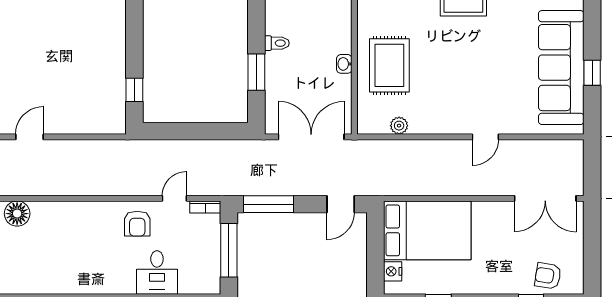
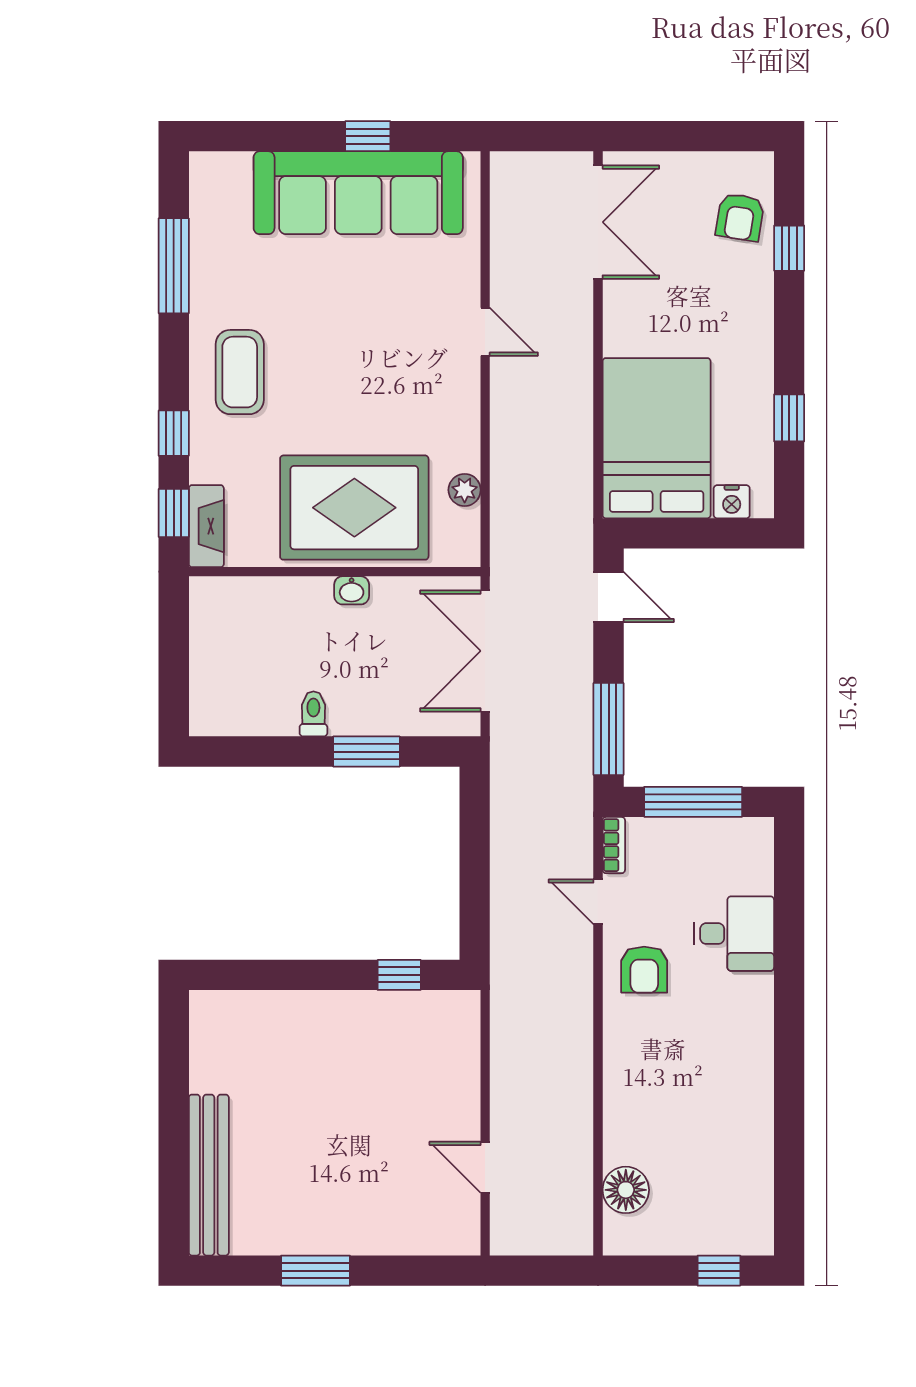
rug: (389, 65) -> (354, 508), width x1.37, depth x1.44
armchair: (137, 224) -> (644, 970), turned 90

